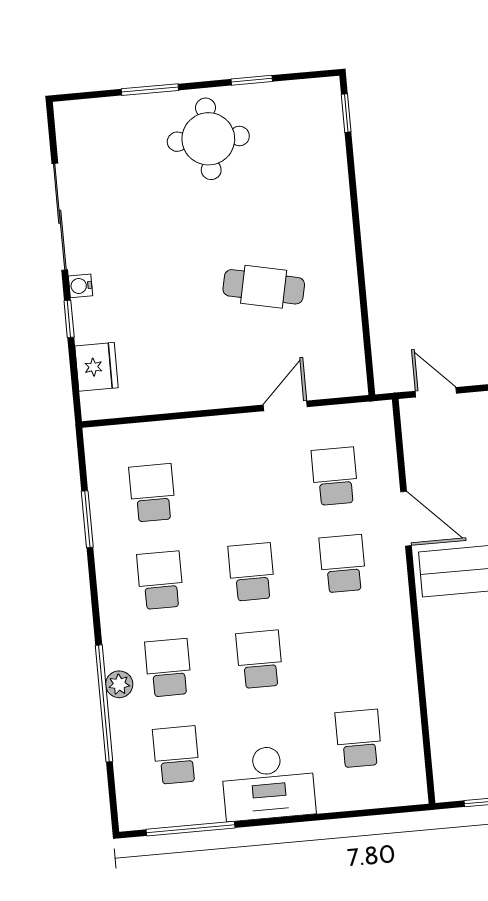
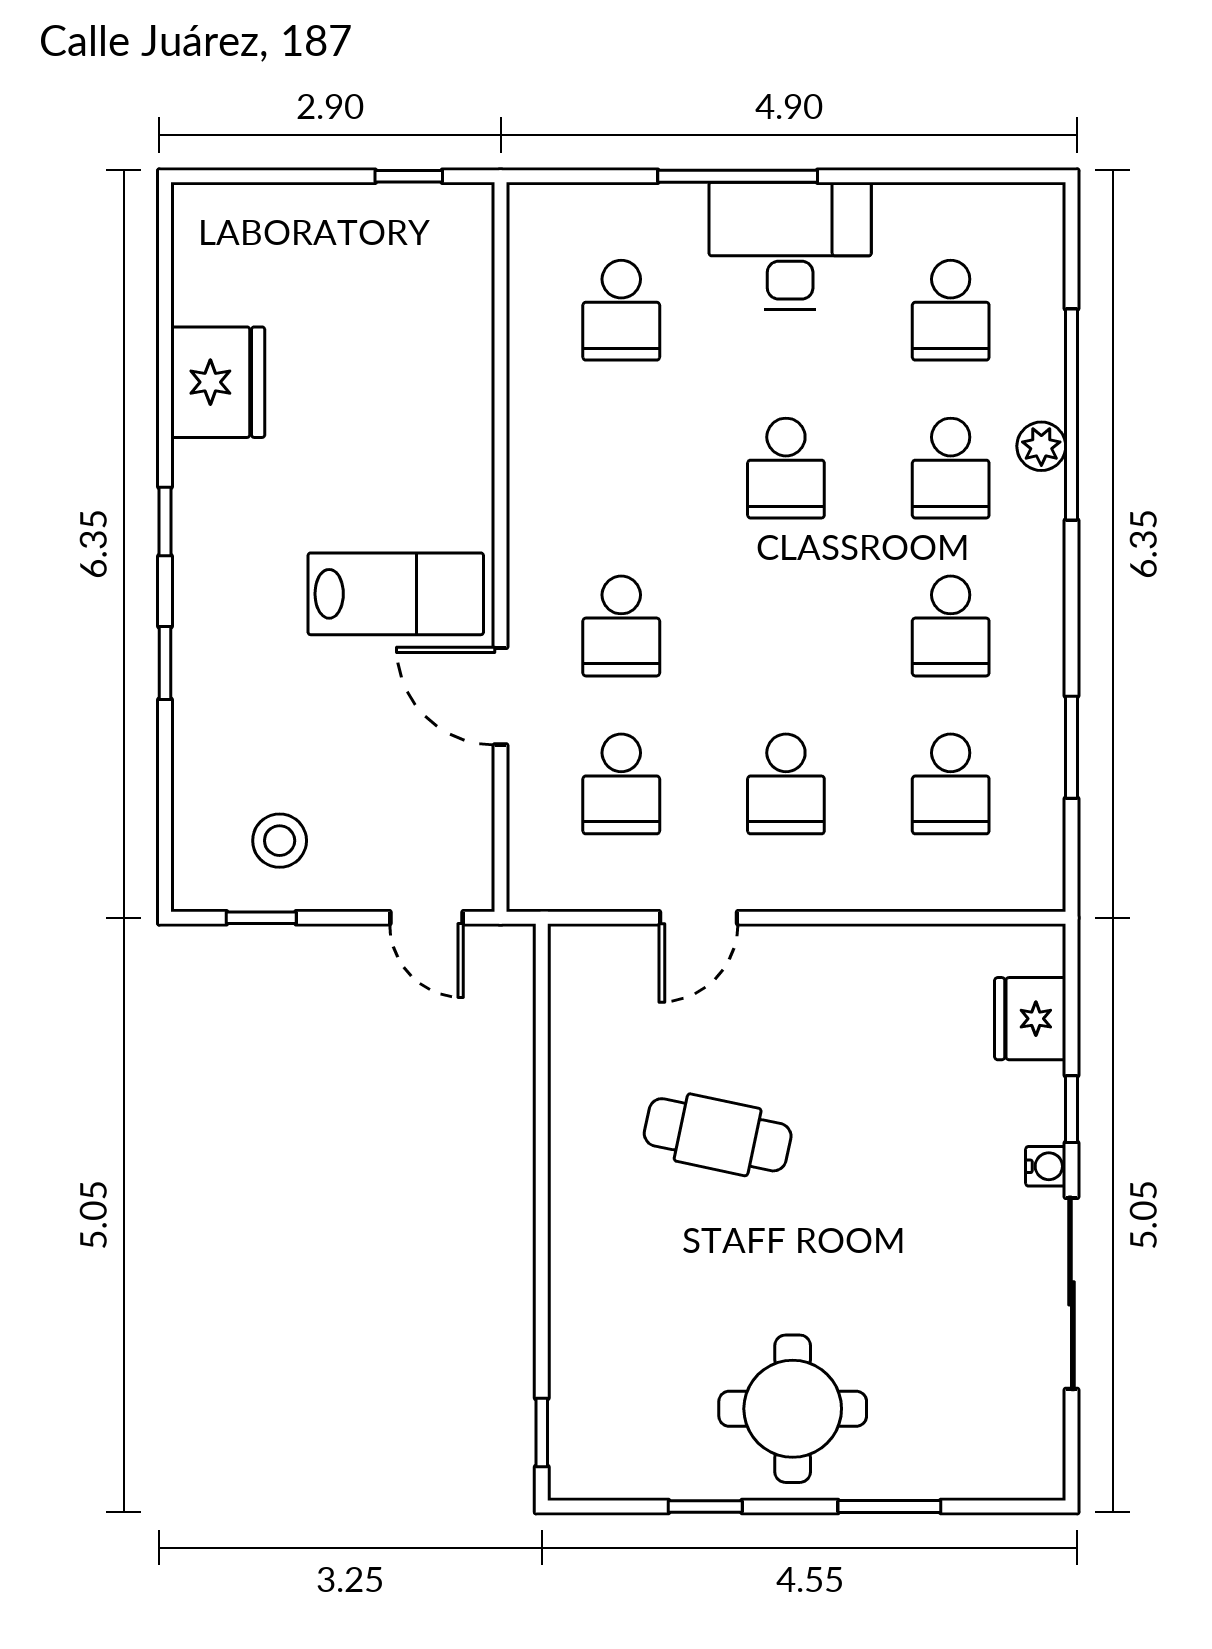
school desk: (251, 572) -> (786, 784), moved
window: (190, 829) -> (738, 176), moved

